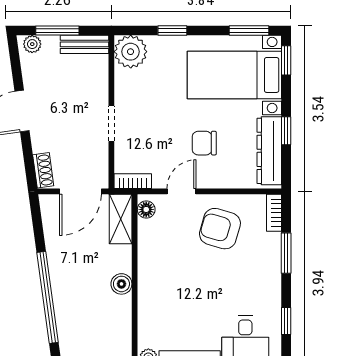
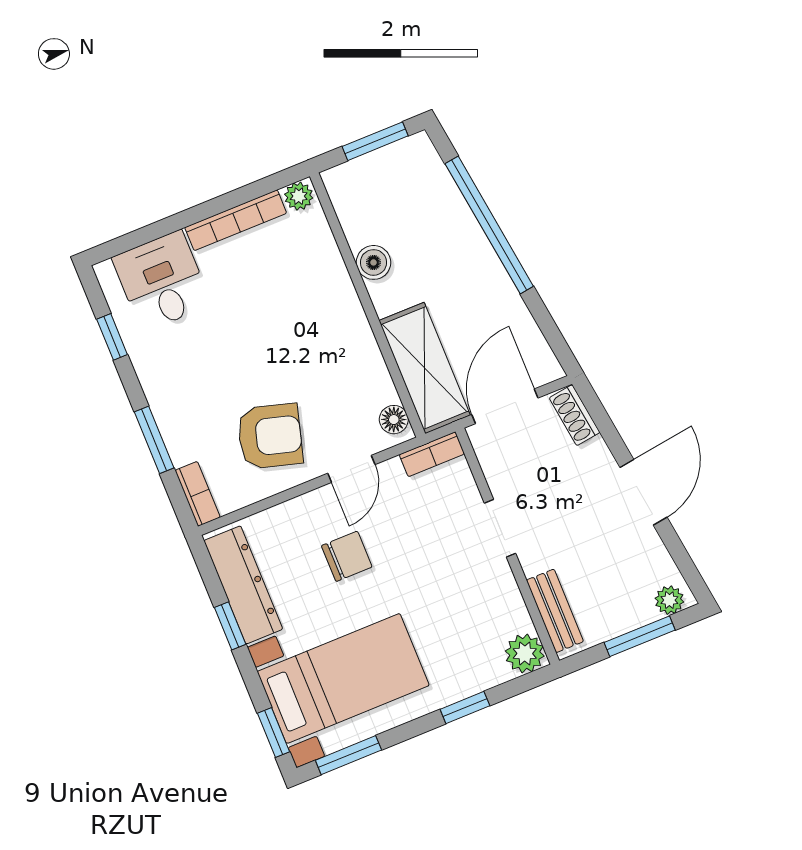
bench: (84, 44) -> (555, 611), moved, turned 90
plant: (131, 52) -> (525, 653), width x0.73, depth x0.73
shelving: (121, 219) -> (425, 368), width x1.50, depth x1.33
boiler: (121, 284) -> (374, 262), moved

